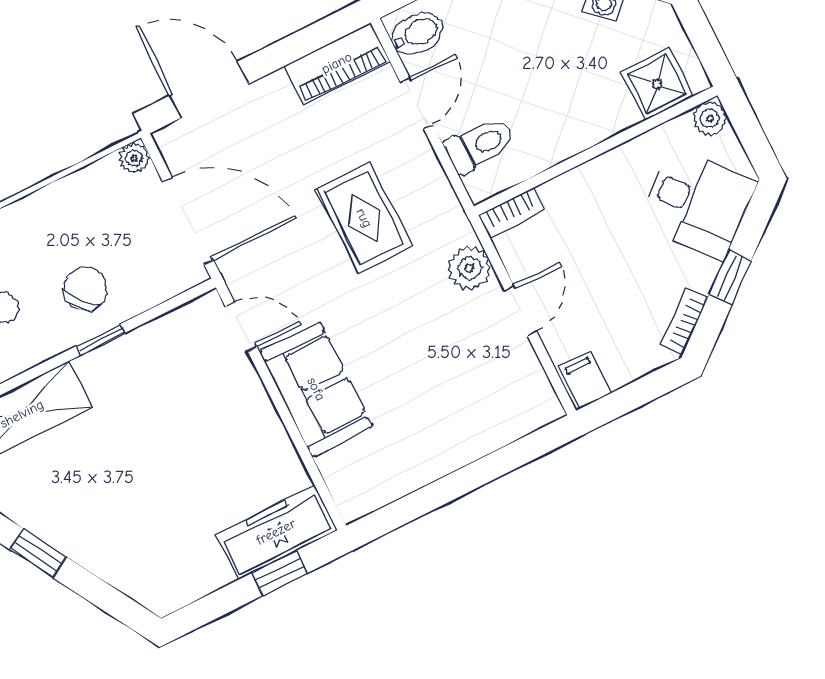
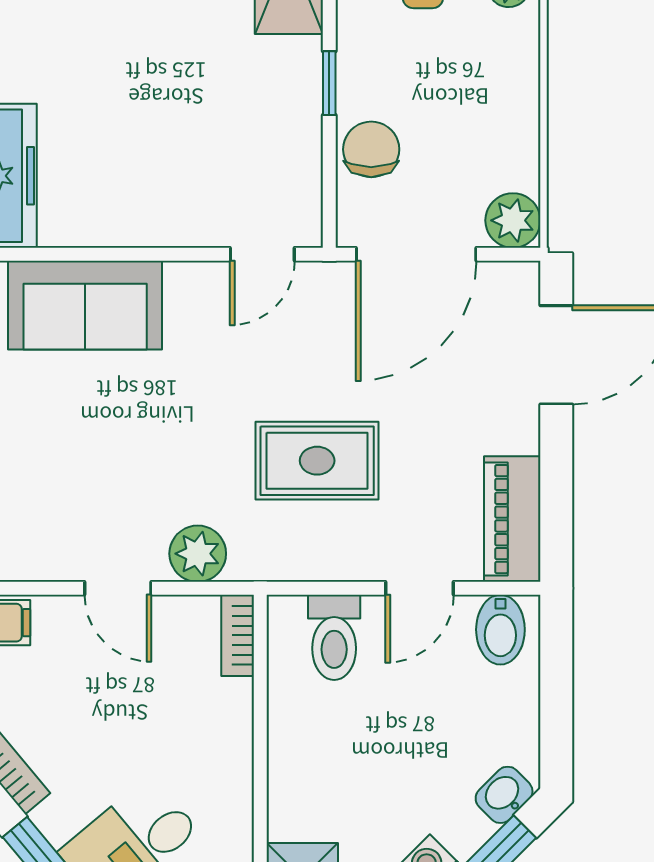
door: (417, 103) -> (420, 588), hinge flipped
plant: (134, 158) -> (513, 220), width x1.38, depth x1.38
chair: (86, 288) -> (371, 149), moved, turned -139
sofa: (316, 389) -> (85, 305), moved

